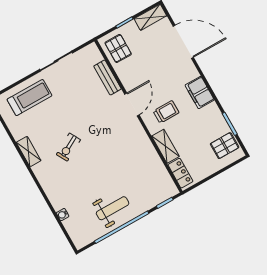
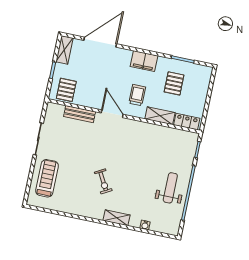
pallet: (118, 48) -> (66, 90), turned 90
pallet: (225, 146) -> (174, 83), moved
shelving: (29, 151) -> (116, 218), moved

